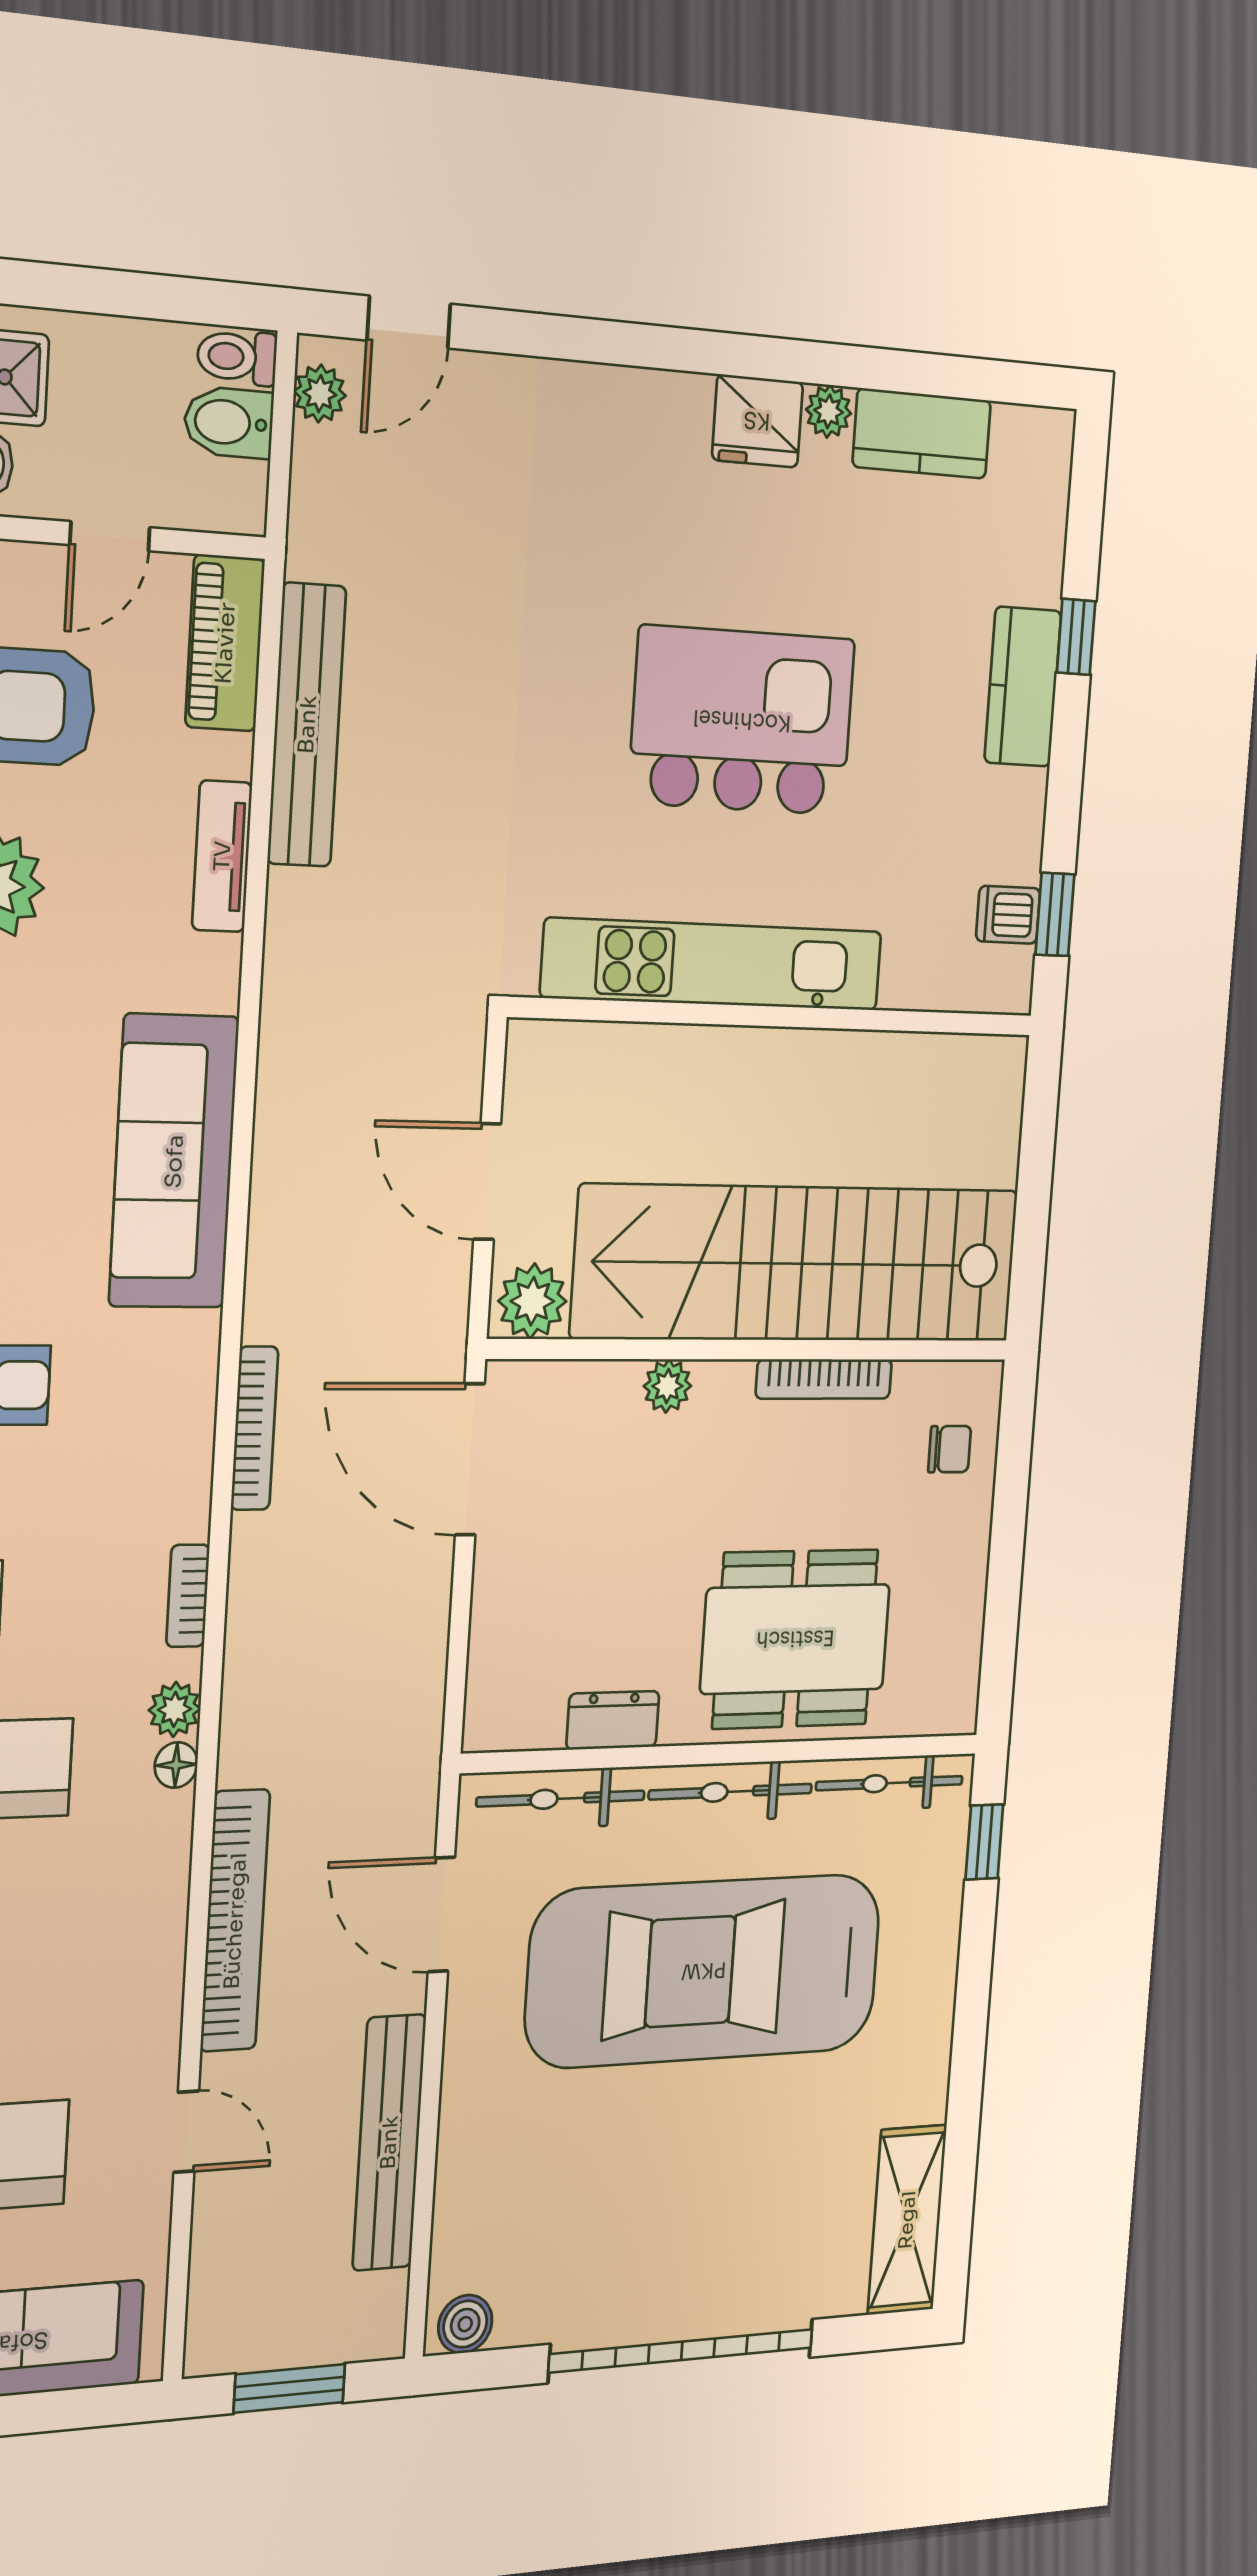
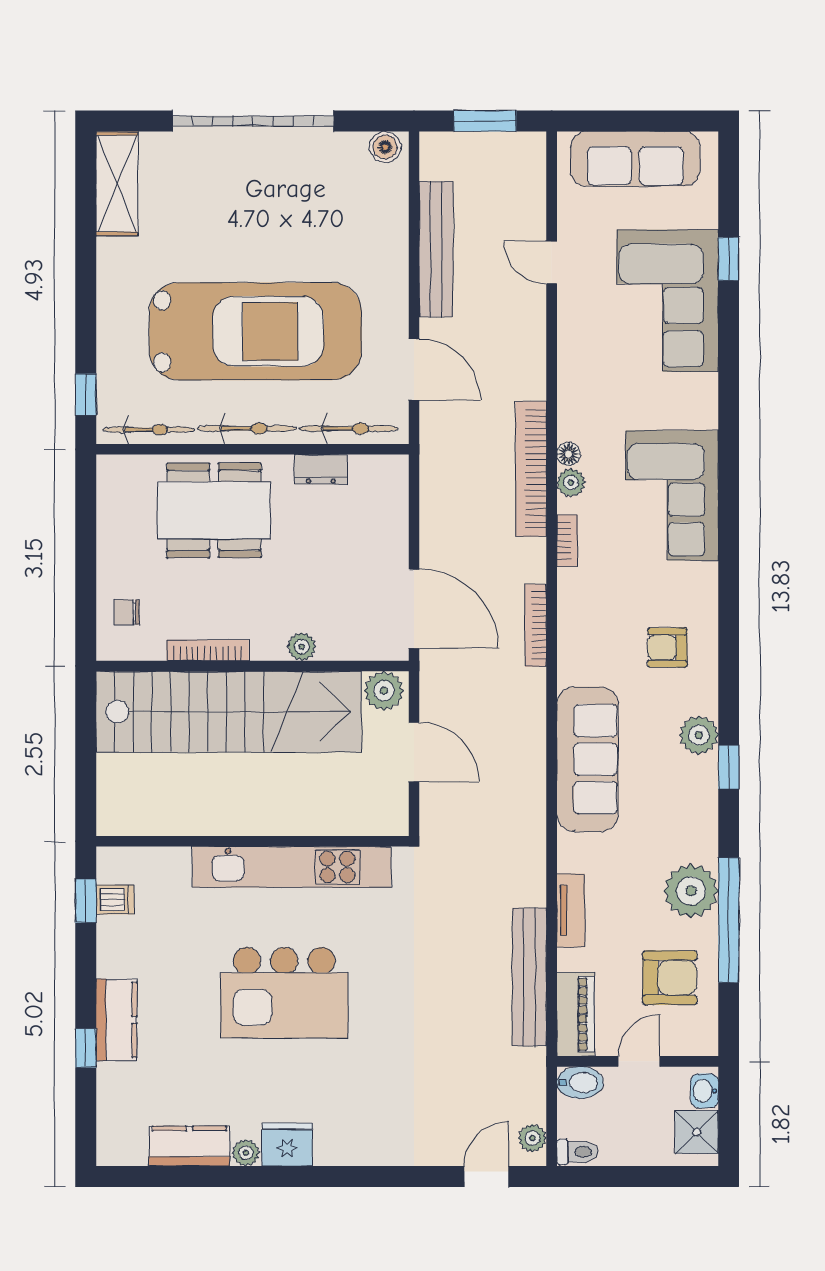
bidet: (229, 422) -> (580, 1083), moved
bookcase: (235, 1921) -> (531, 469), moved

